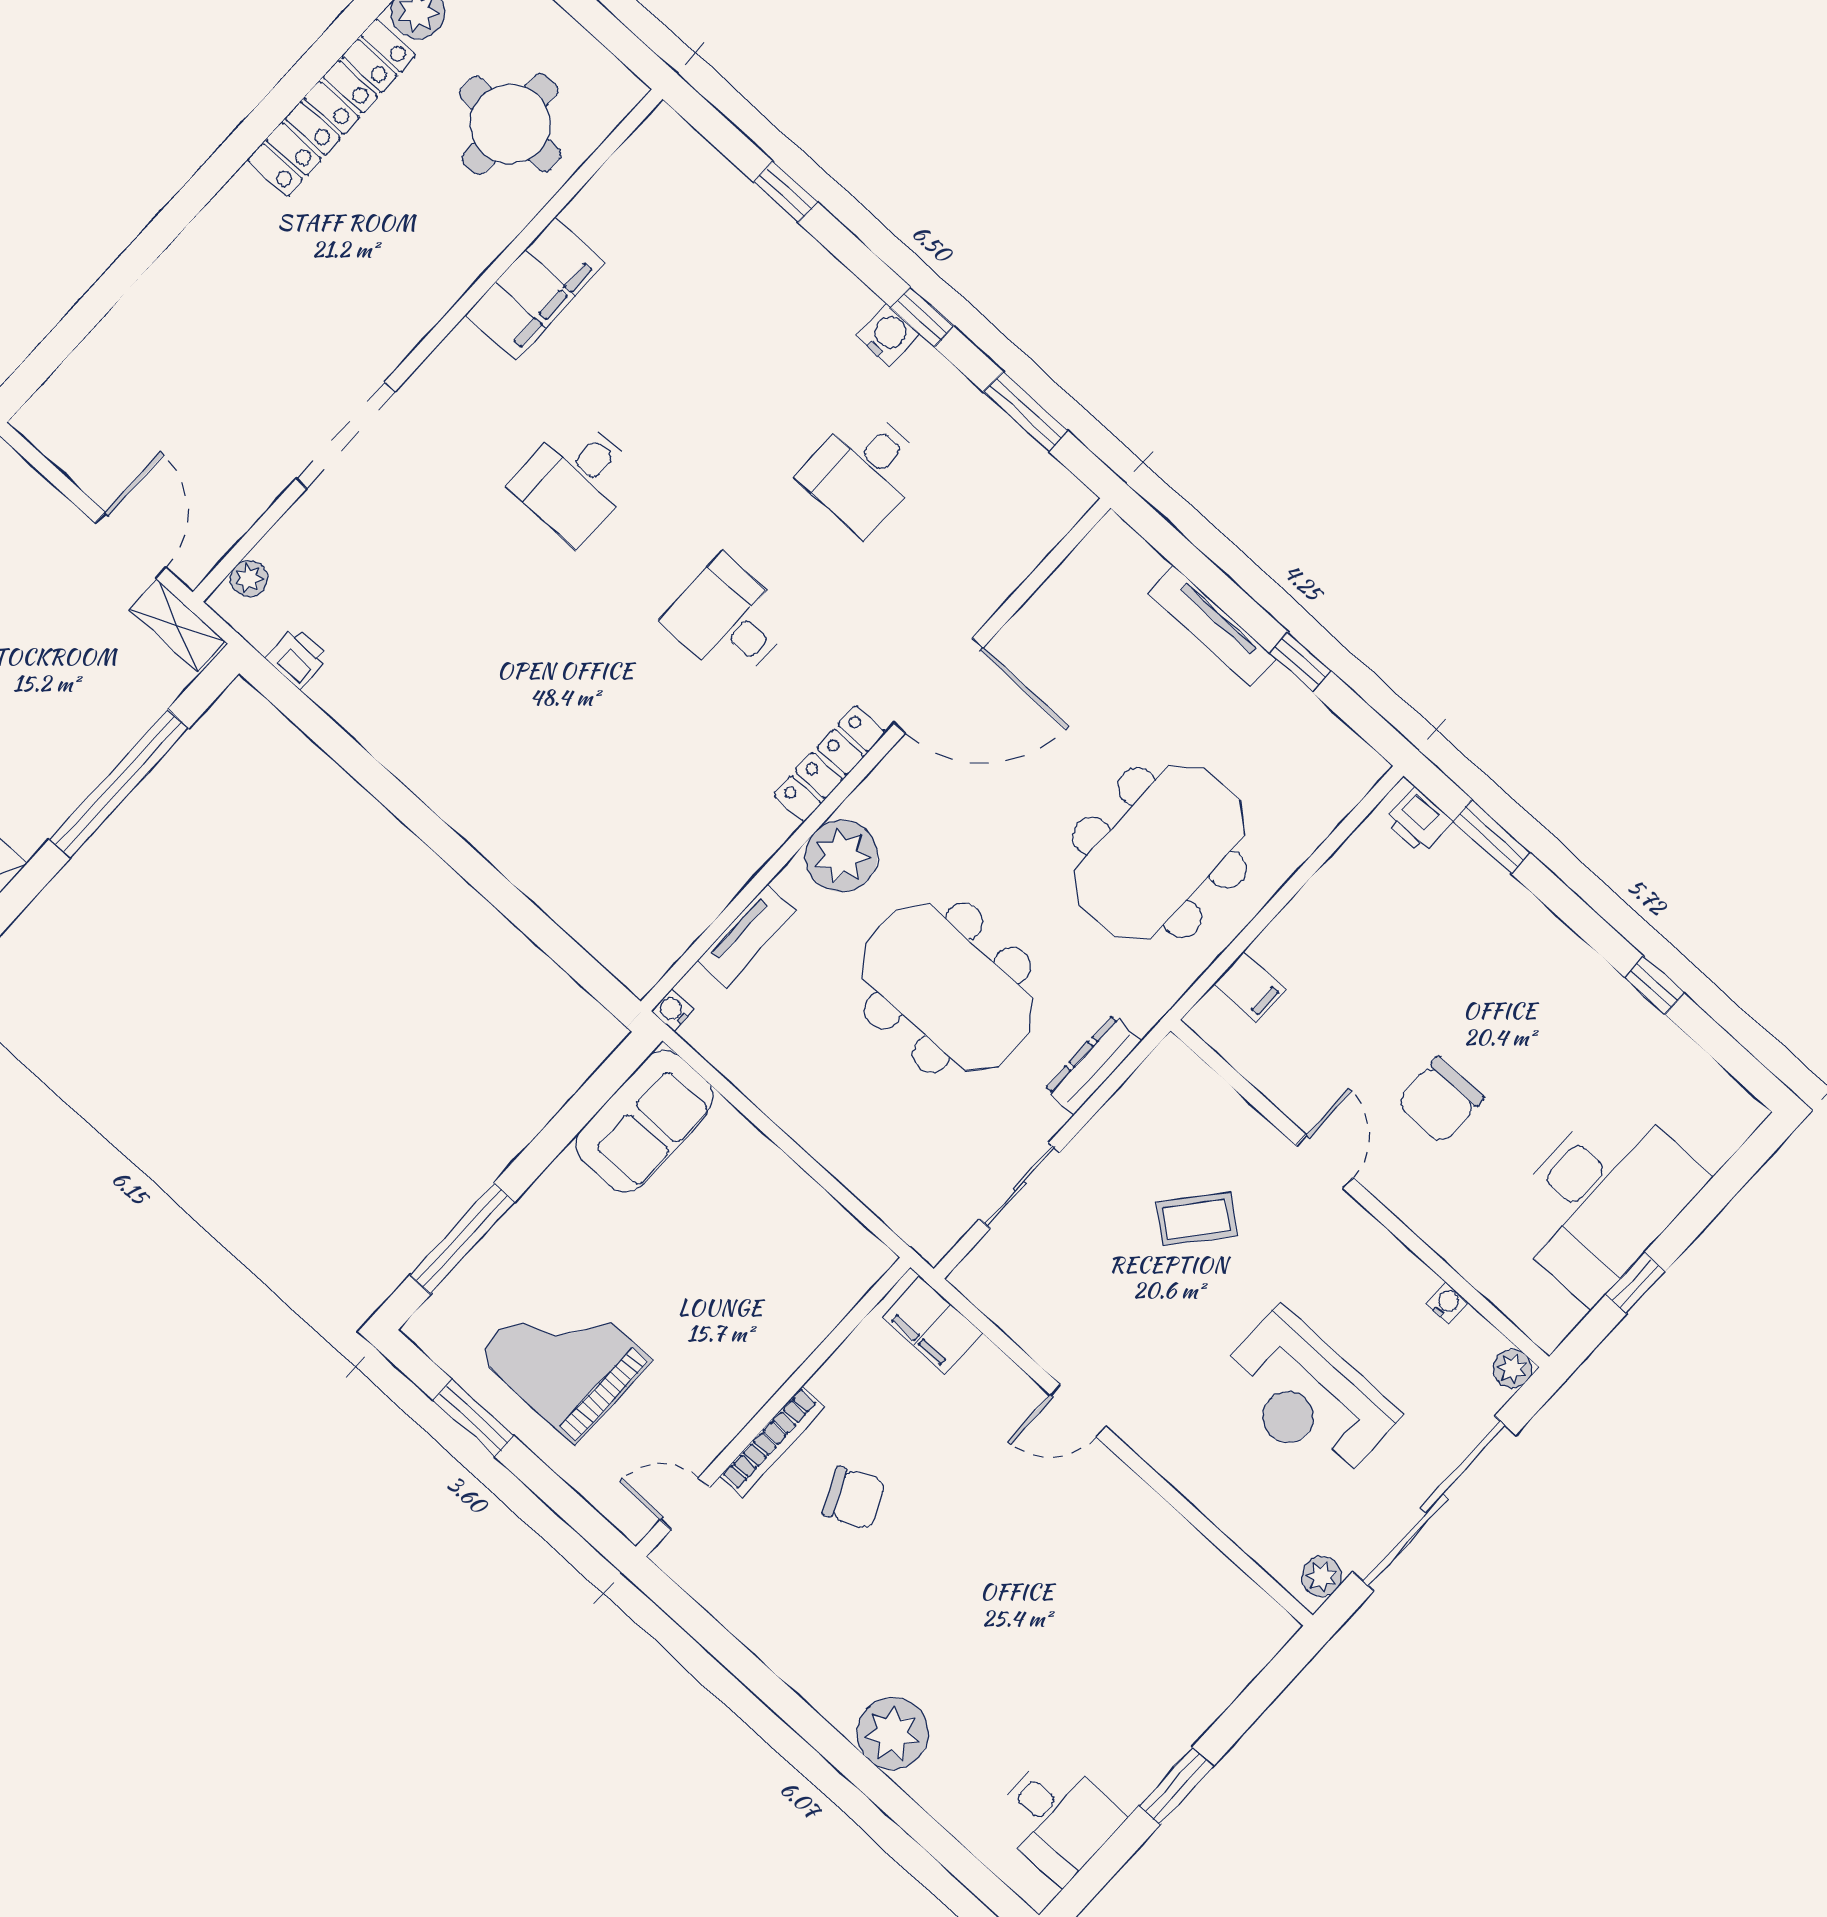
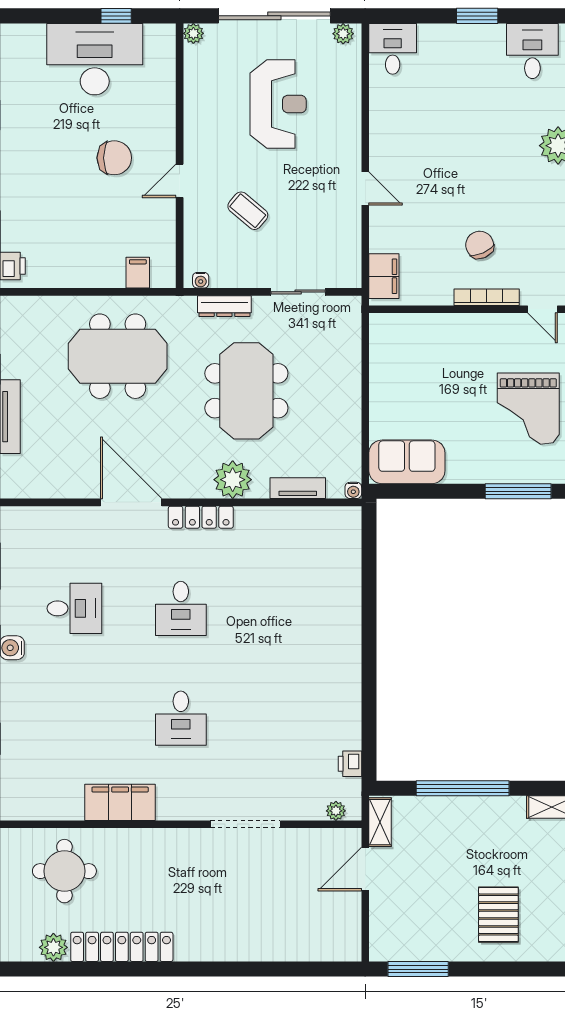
desk: (575, 480) -> (181, 718), turned 90
water cooler: (1447, 1303) -> (201, 280), moved, turned -90
desk: (1238, 1626) -> (393, 49), added

